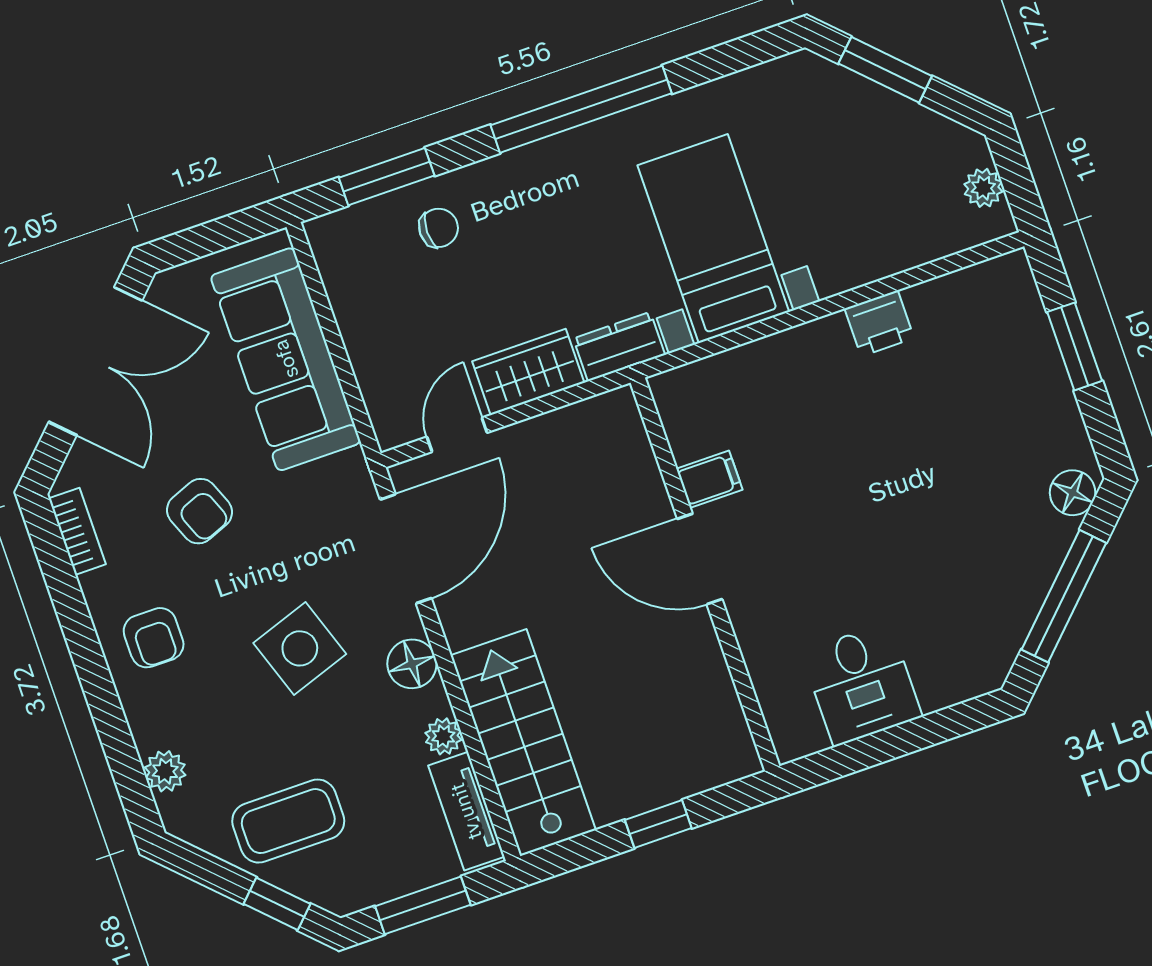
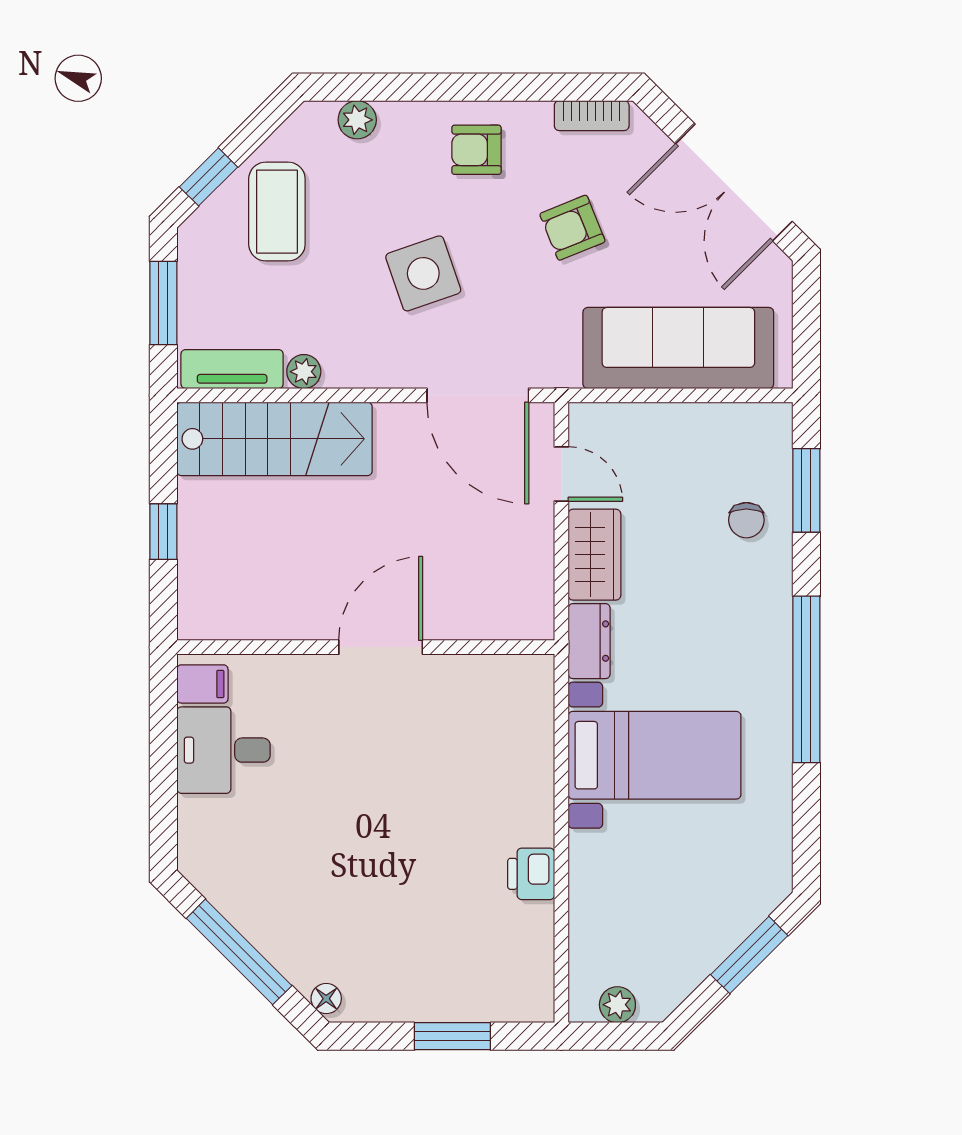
filing cabinet: (709, 479) -> (202, 684), moved, turned -90
floor lamp: (1073, 493) -> (326, 999), width x0.73, depth x0.73
floor lamp: (412, 664) -> (376, 366), removed

